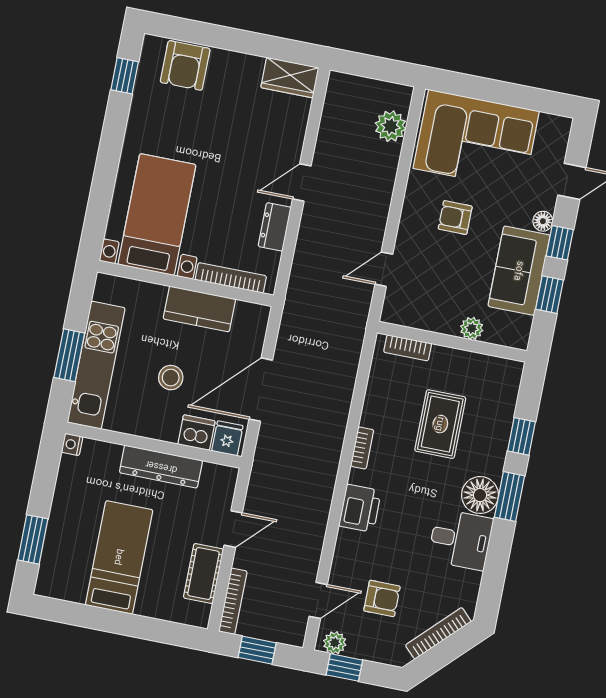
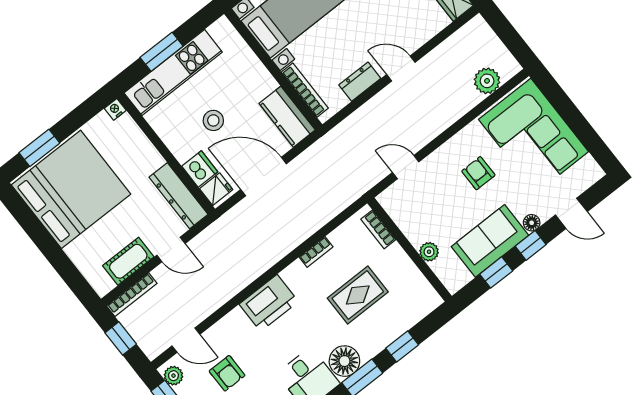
kitchen counter: (199, 309) -> (287, 117), moved
bookcase: (362, 448) -> (316, 252), moved
dresser: (161, 467) -> (179, 196), moved
printer: (360, 508) -> (269, 303), width x1.37, depth x1.19
bed: (119, 557) -> (71, 189), width x2.04

